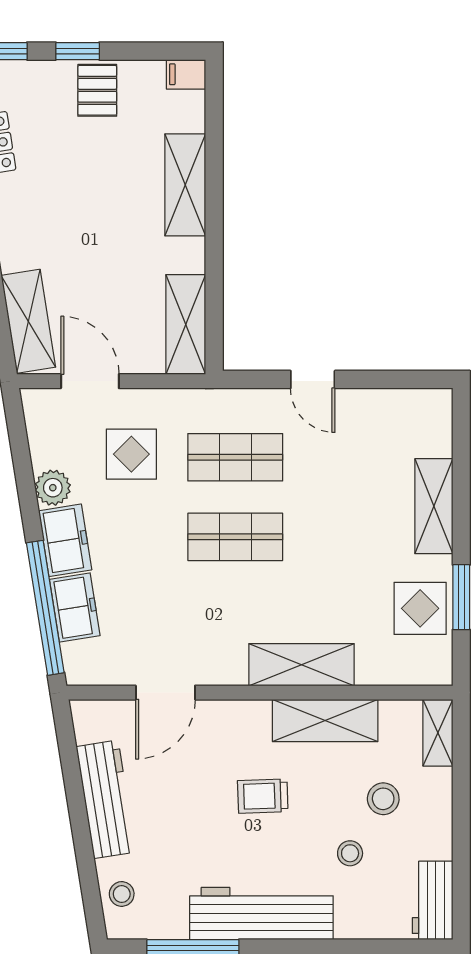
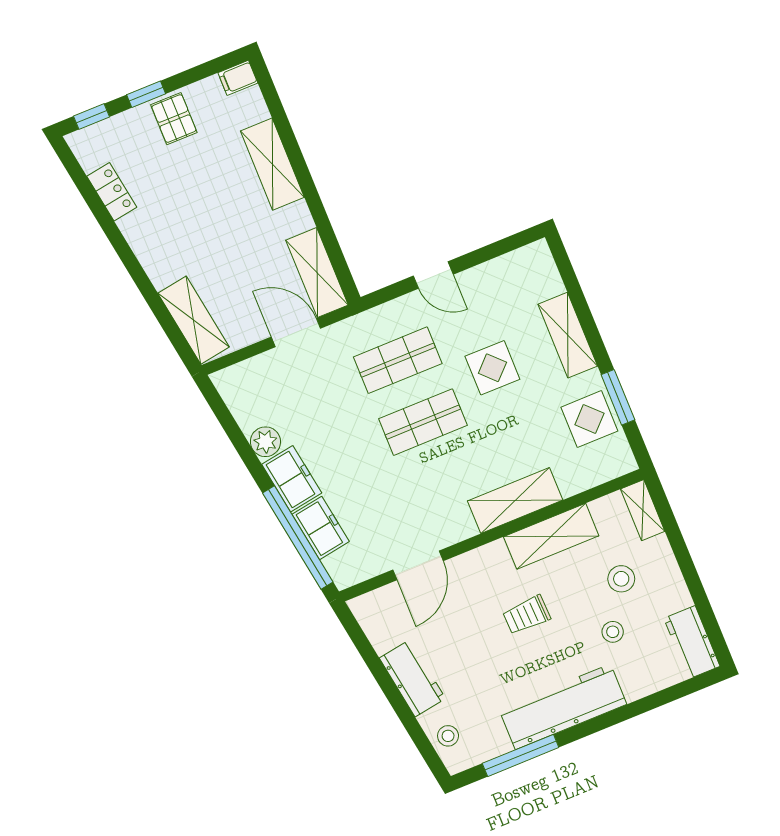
door: (90, 381) -> (296, 333), moved
display table: (131, 454) -> (492, 368), moved
workbench: (106, 799) -> (412, 678), width x0.73

